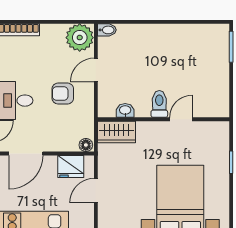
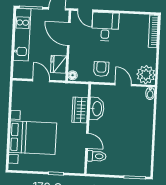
armchair: (63, 94) -> (101, 69), moved
toilet: (159, 104) -> (97, 156), moved
washbasin: (125, 110) -> (97, 109), width x1.91, depth x1.45
wardrobe: (117, 132) -> (80, 110), moved

